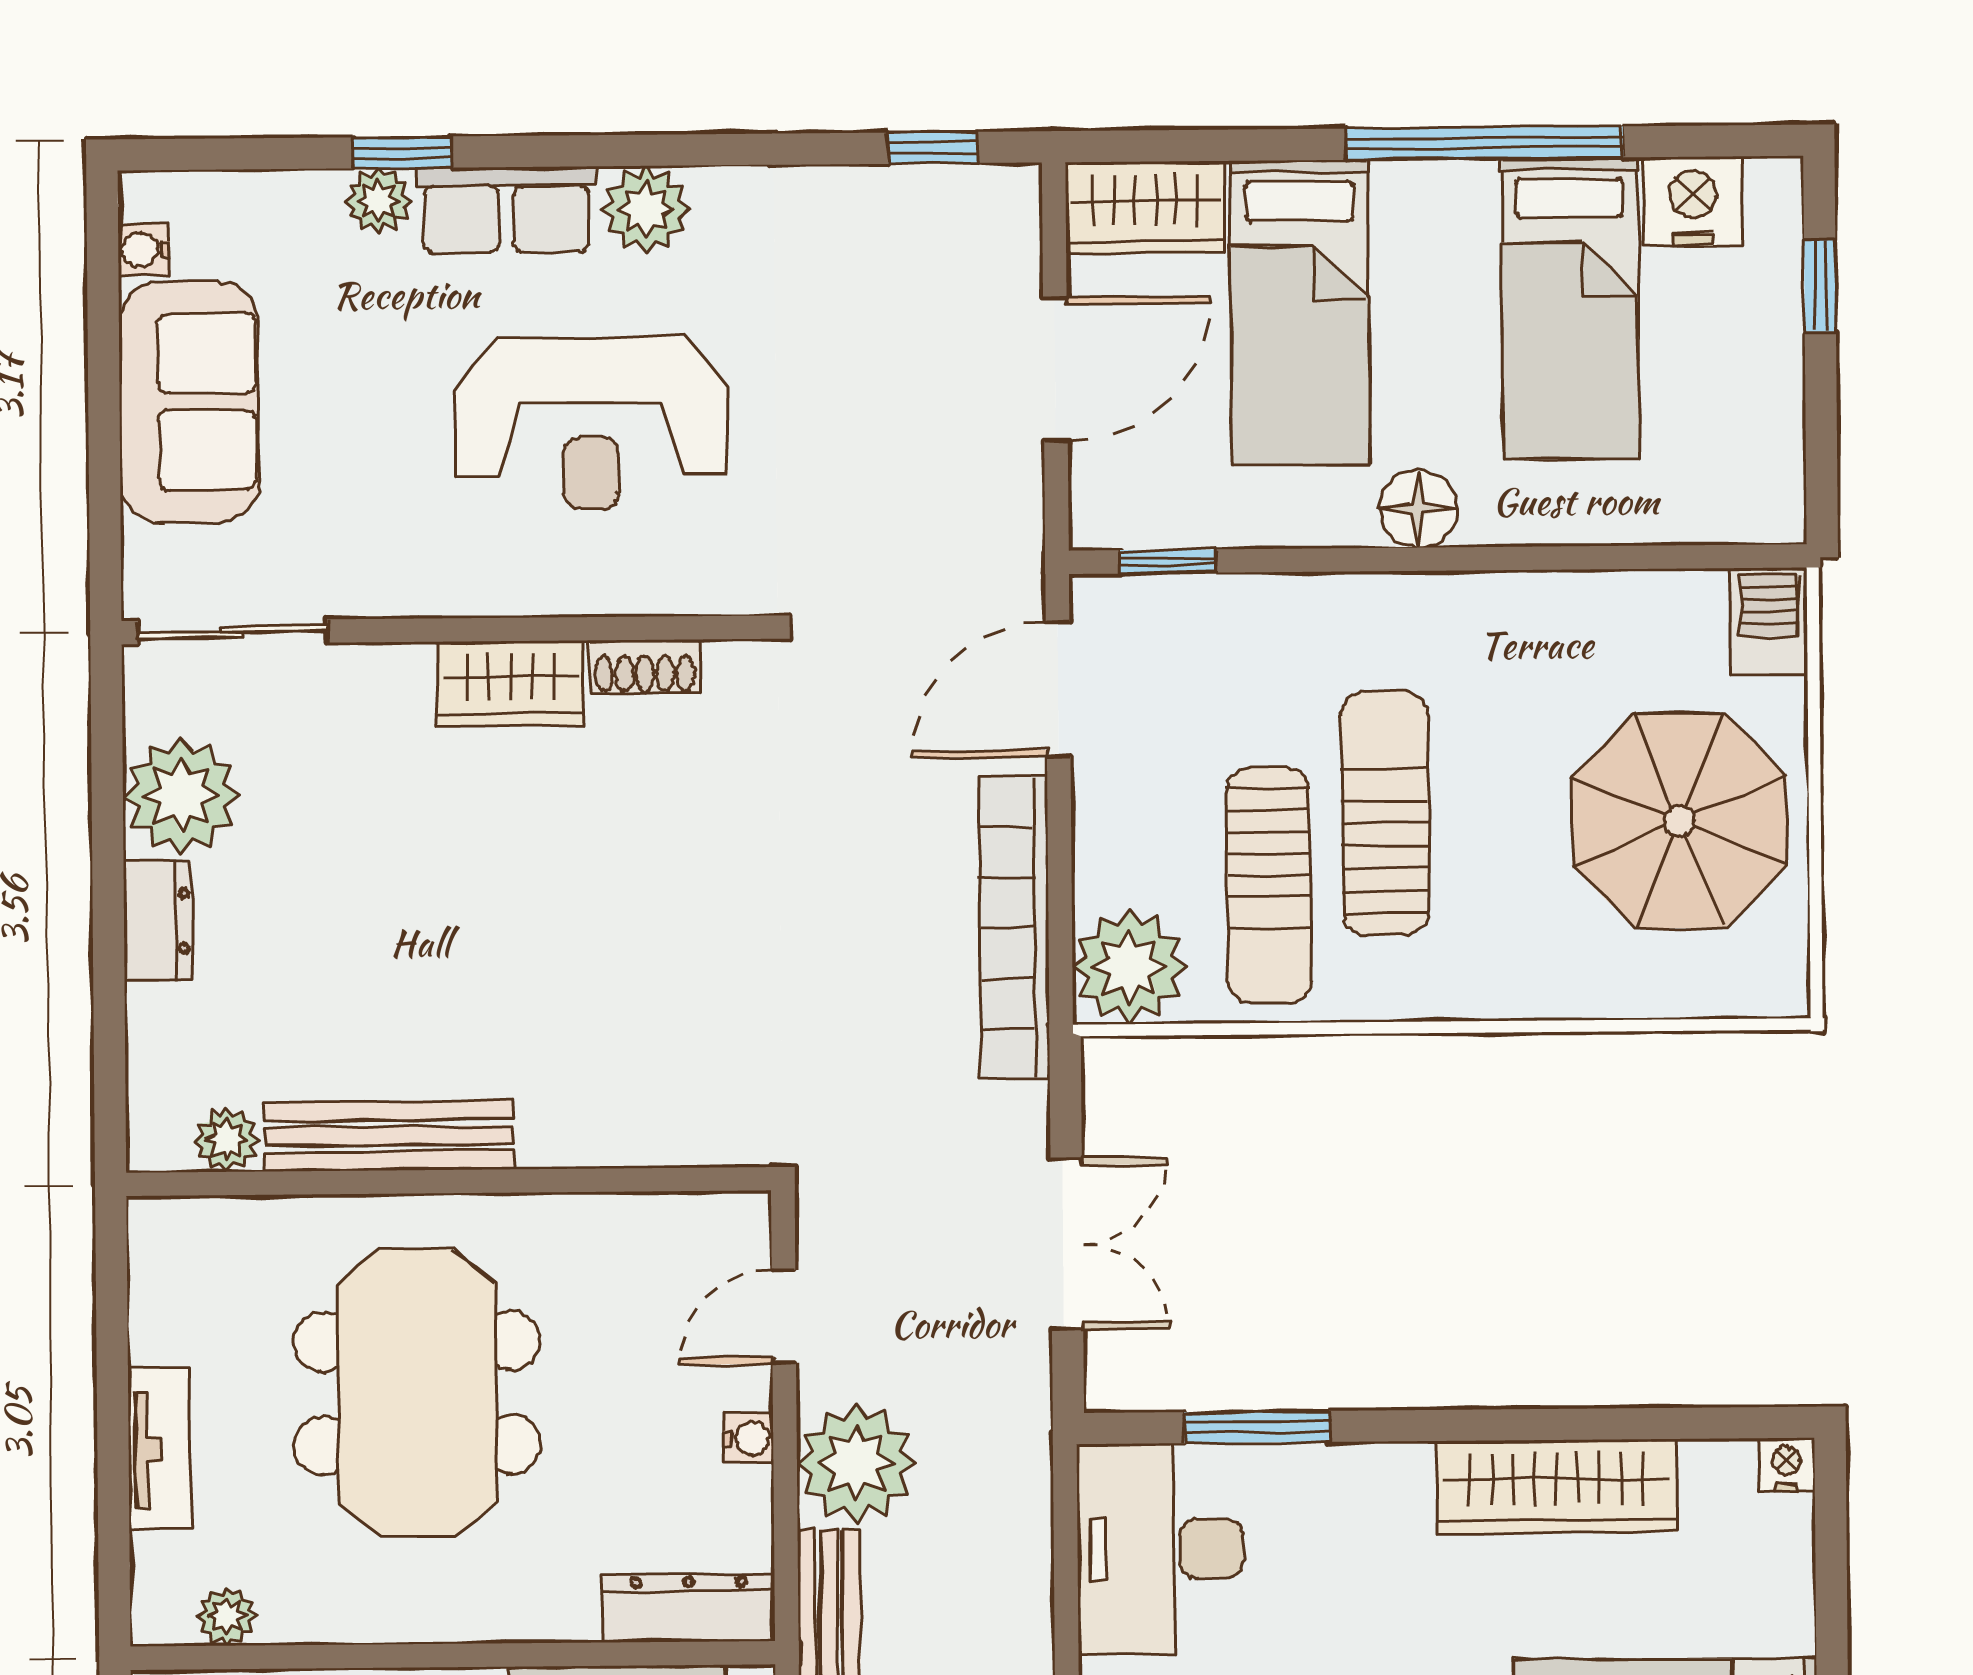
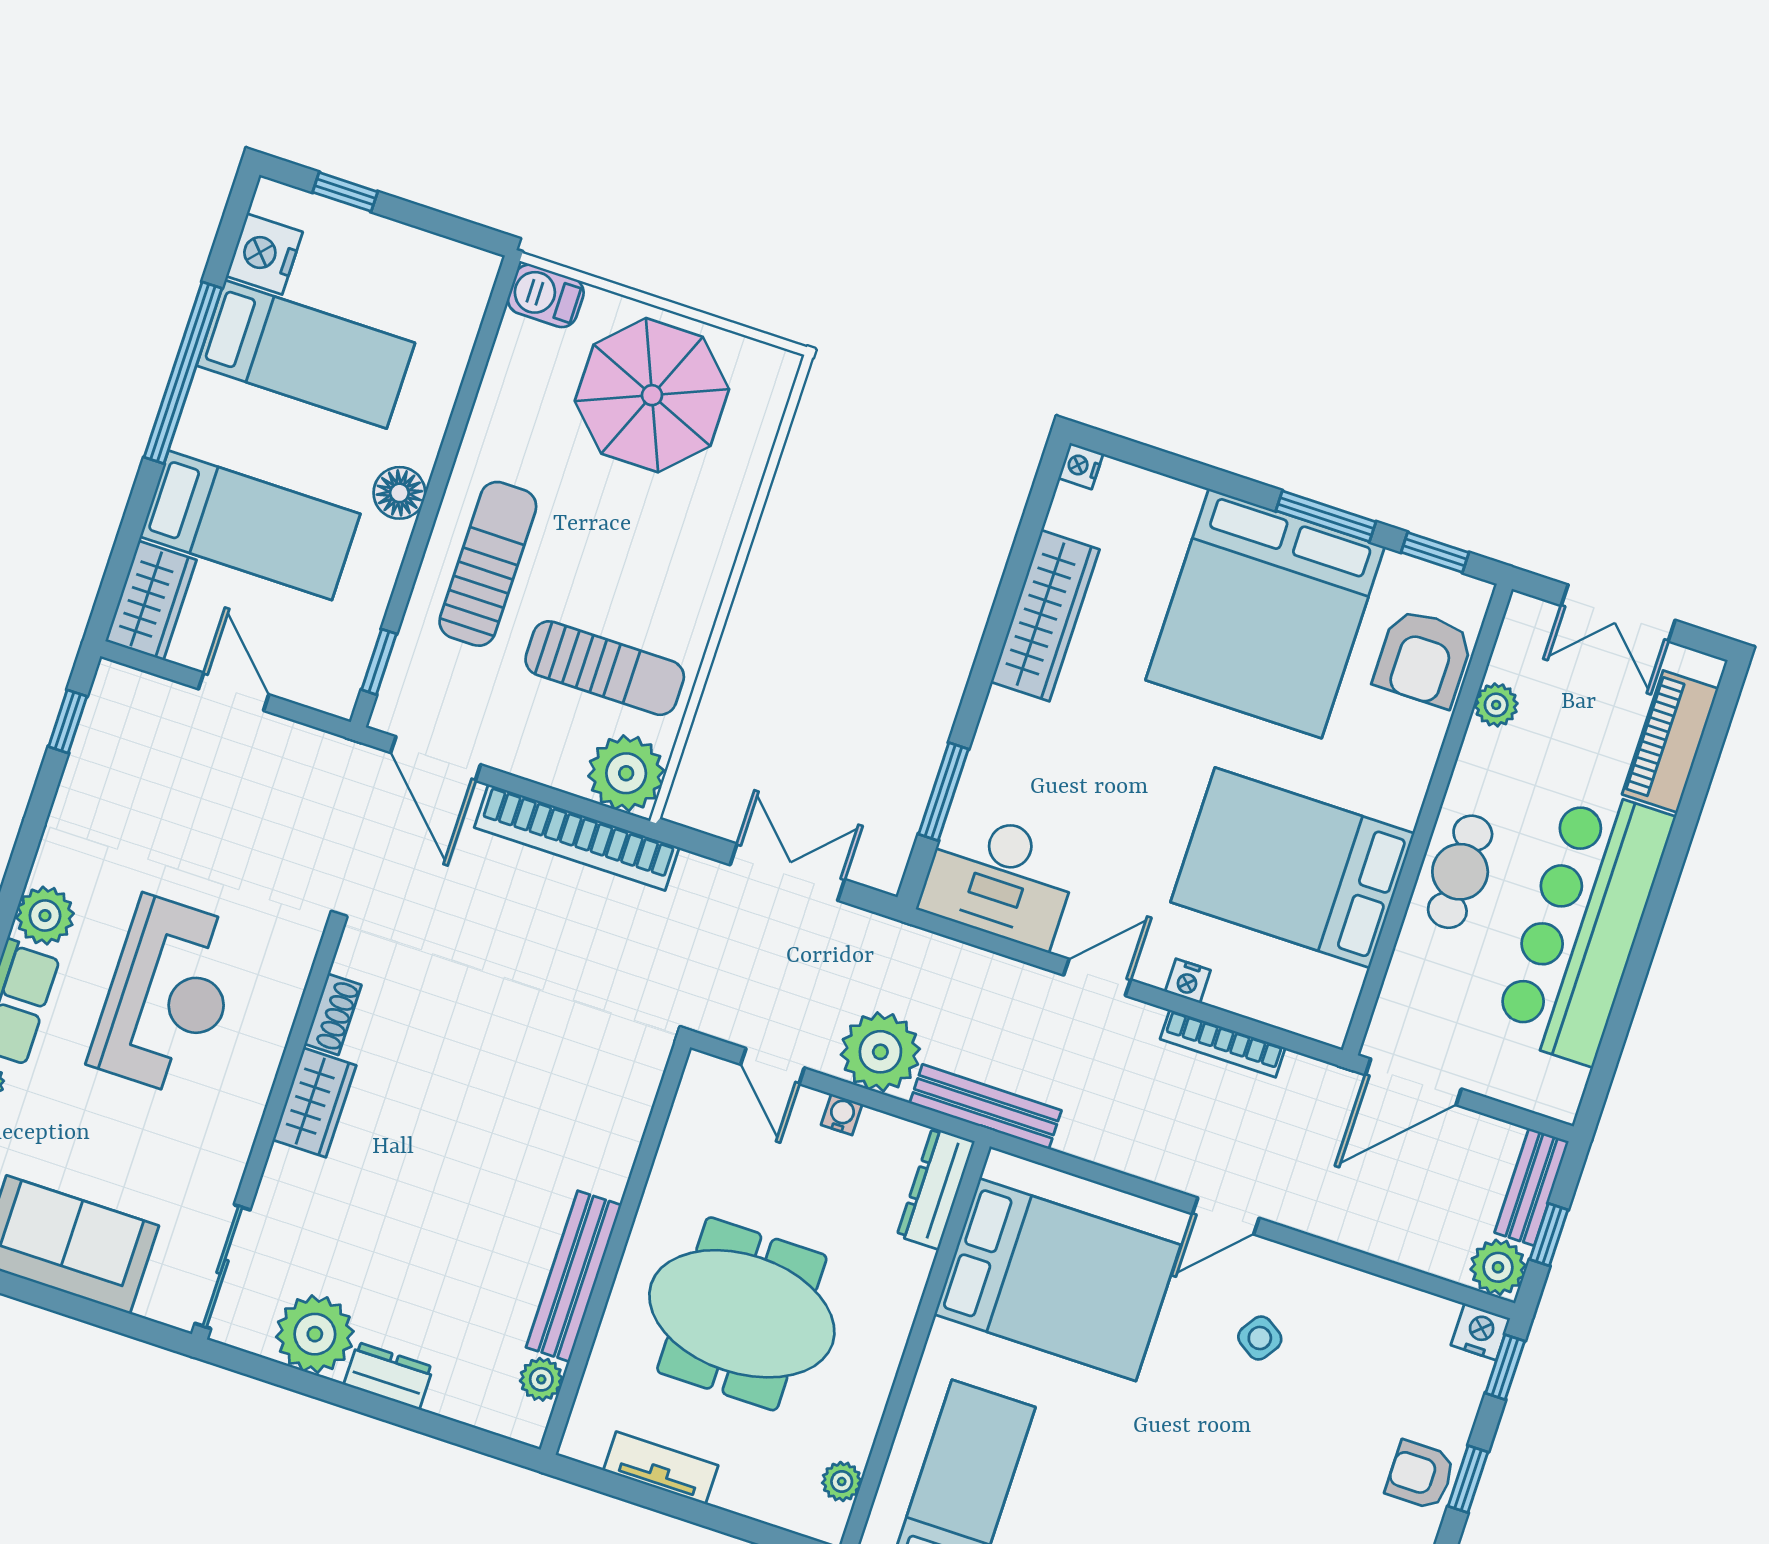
door: (1055, 370) -> (234, 692), width x0.73
sun lounger: (1385, 813) -> (488, 564), moved, turned 90
tv unit: (159, 1449) -> (661, 1468), moved

